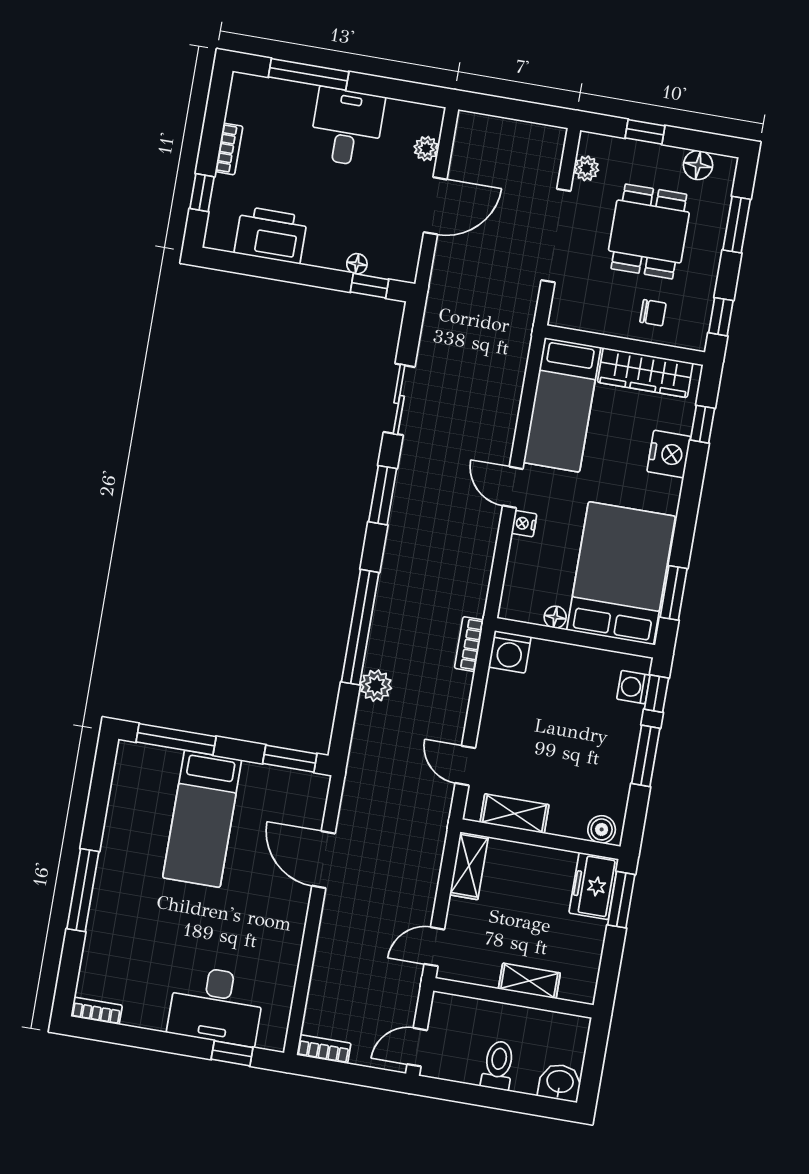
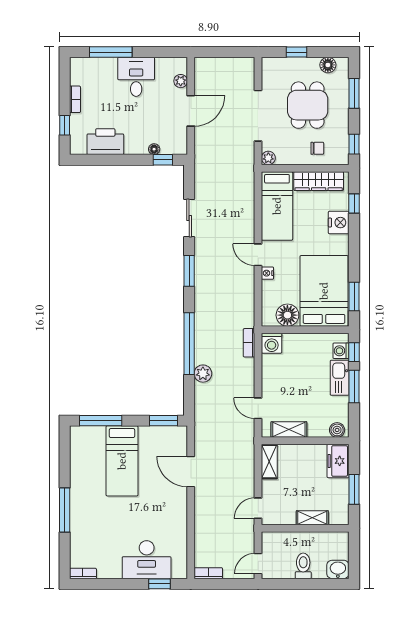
plant: (586, 168) -> (268, 158), moved
floor lamp: (555, 617) -> (287, 315), width x1.89, depth x1.89
kitchen sink: (622, 736) -> (340, 378), added
window: (621, 900) -> (354, 489), moved

